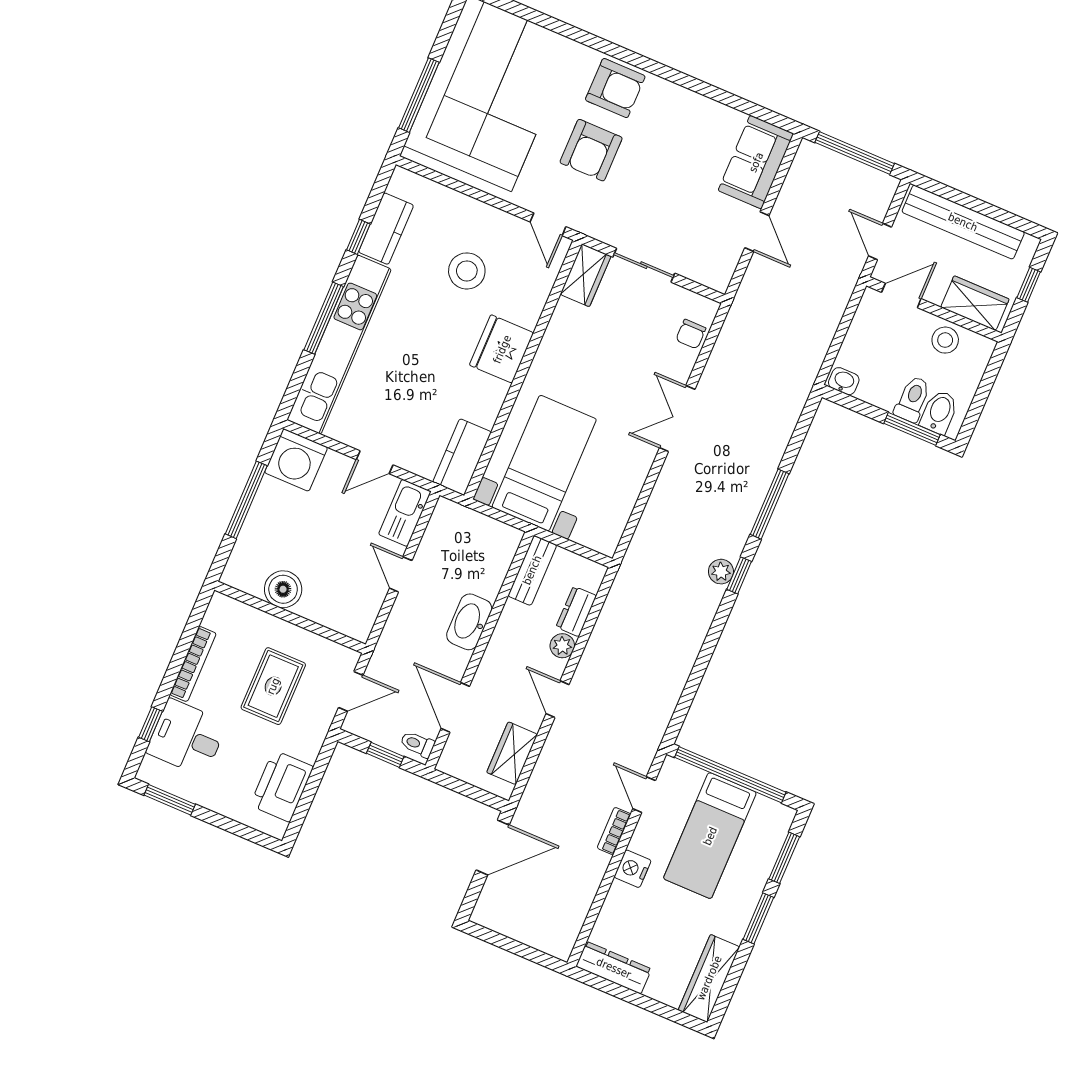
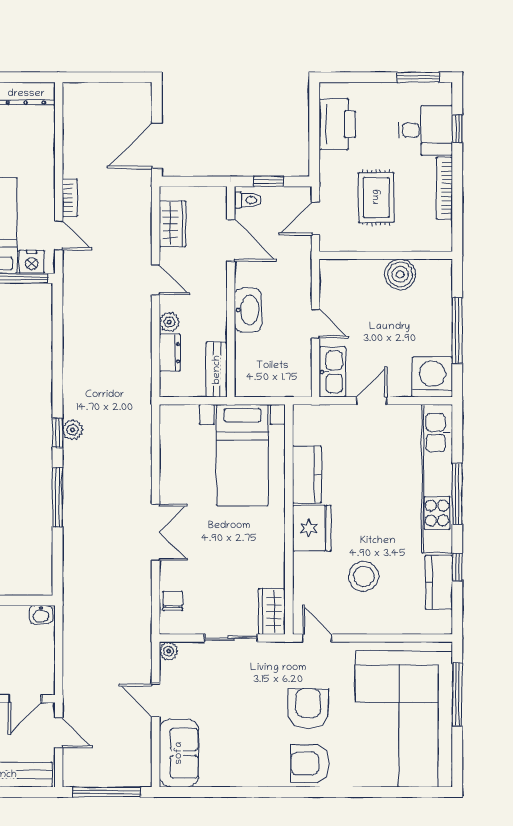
plant: (719, 280) -> (169, 651), added
kitchen counter: (462, 457) -> (307, 475), moved
nightstand: (633, 869) -> (32, 262), moved, turned 90

